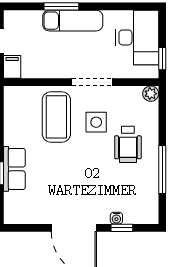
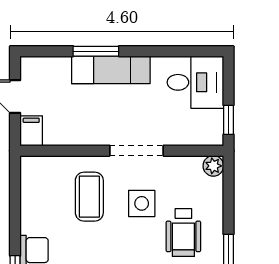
desk: (137, 37) -> (195, 82), width x0.73
coffee table: (56, 117) -> (89, 197), width x0.73, depth x0.76

